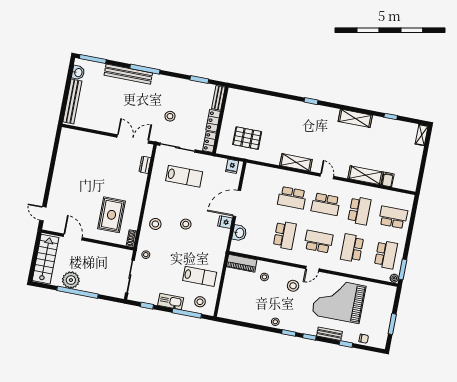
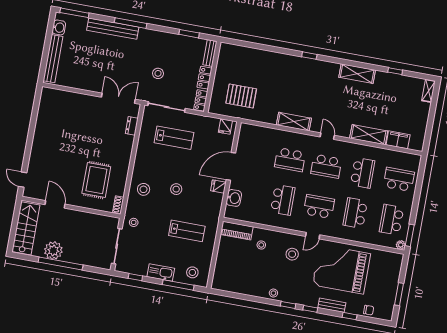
filing cabinet: (388, 179) -> (398, 140), width x2.00
school desk: (386, 255) -> (391, 220), turned 180
lab bench: (200, 276) -> (187, 231), moved

